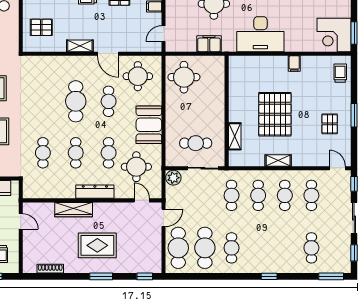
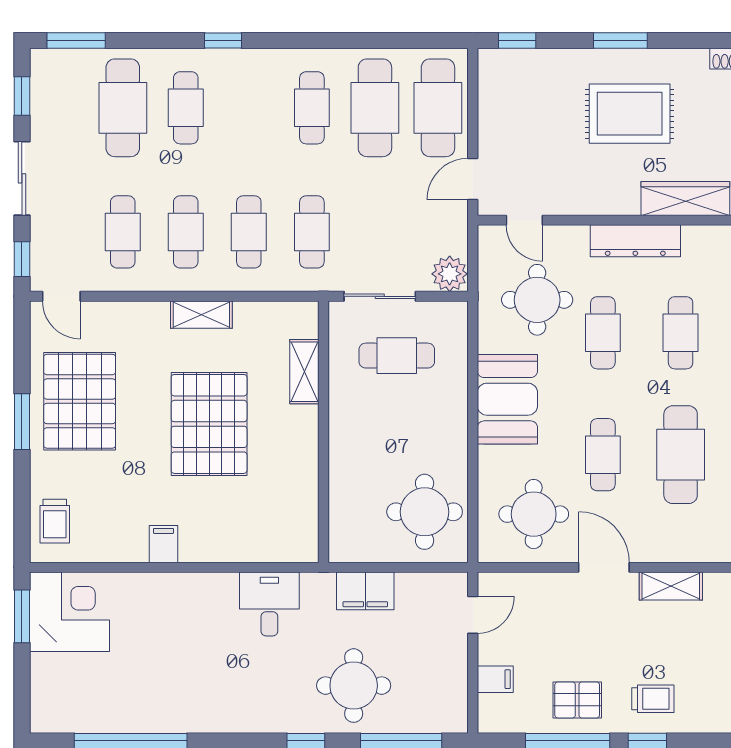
desk: (260, 34) -> (269, 604), width x0.53, depth x0.77
pallet: (330, 124) -> (80, 401), width x2.05, depth x2.00
cafe table: (285, 248) -> (186, 108), added
cafe table: (311, 248) -> (123, 108), width x1.37, depth x1.35

